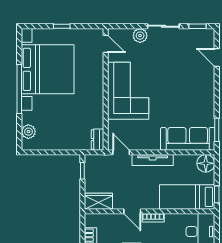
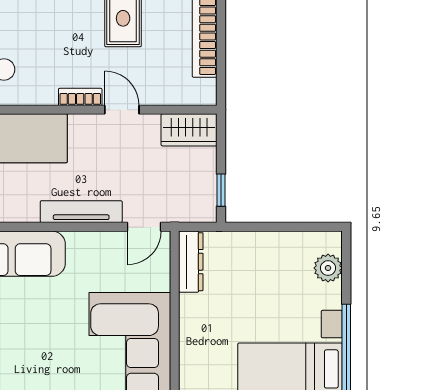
dresser: (98, 140) -> (191, 262), width x1.44
door: (121, 152) -> (144, 227), hinge flipped

